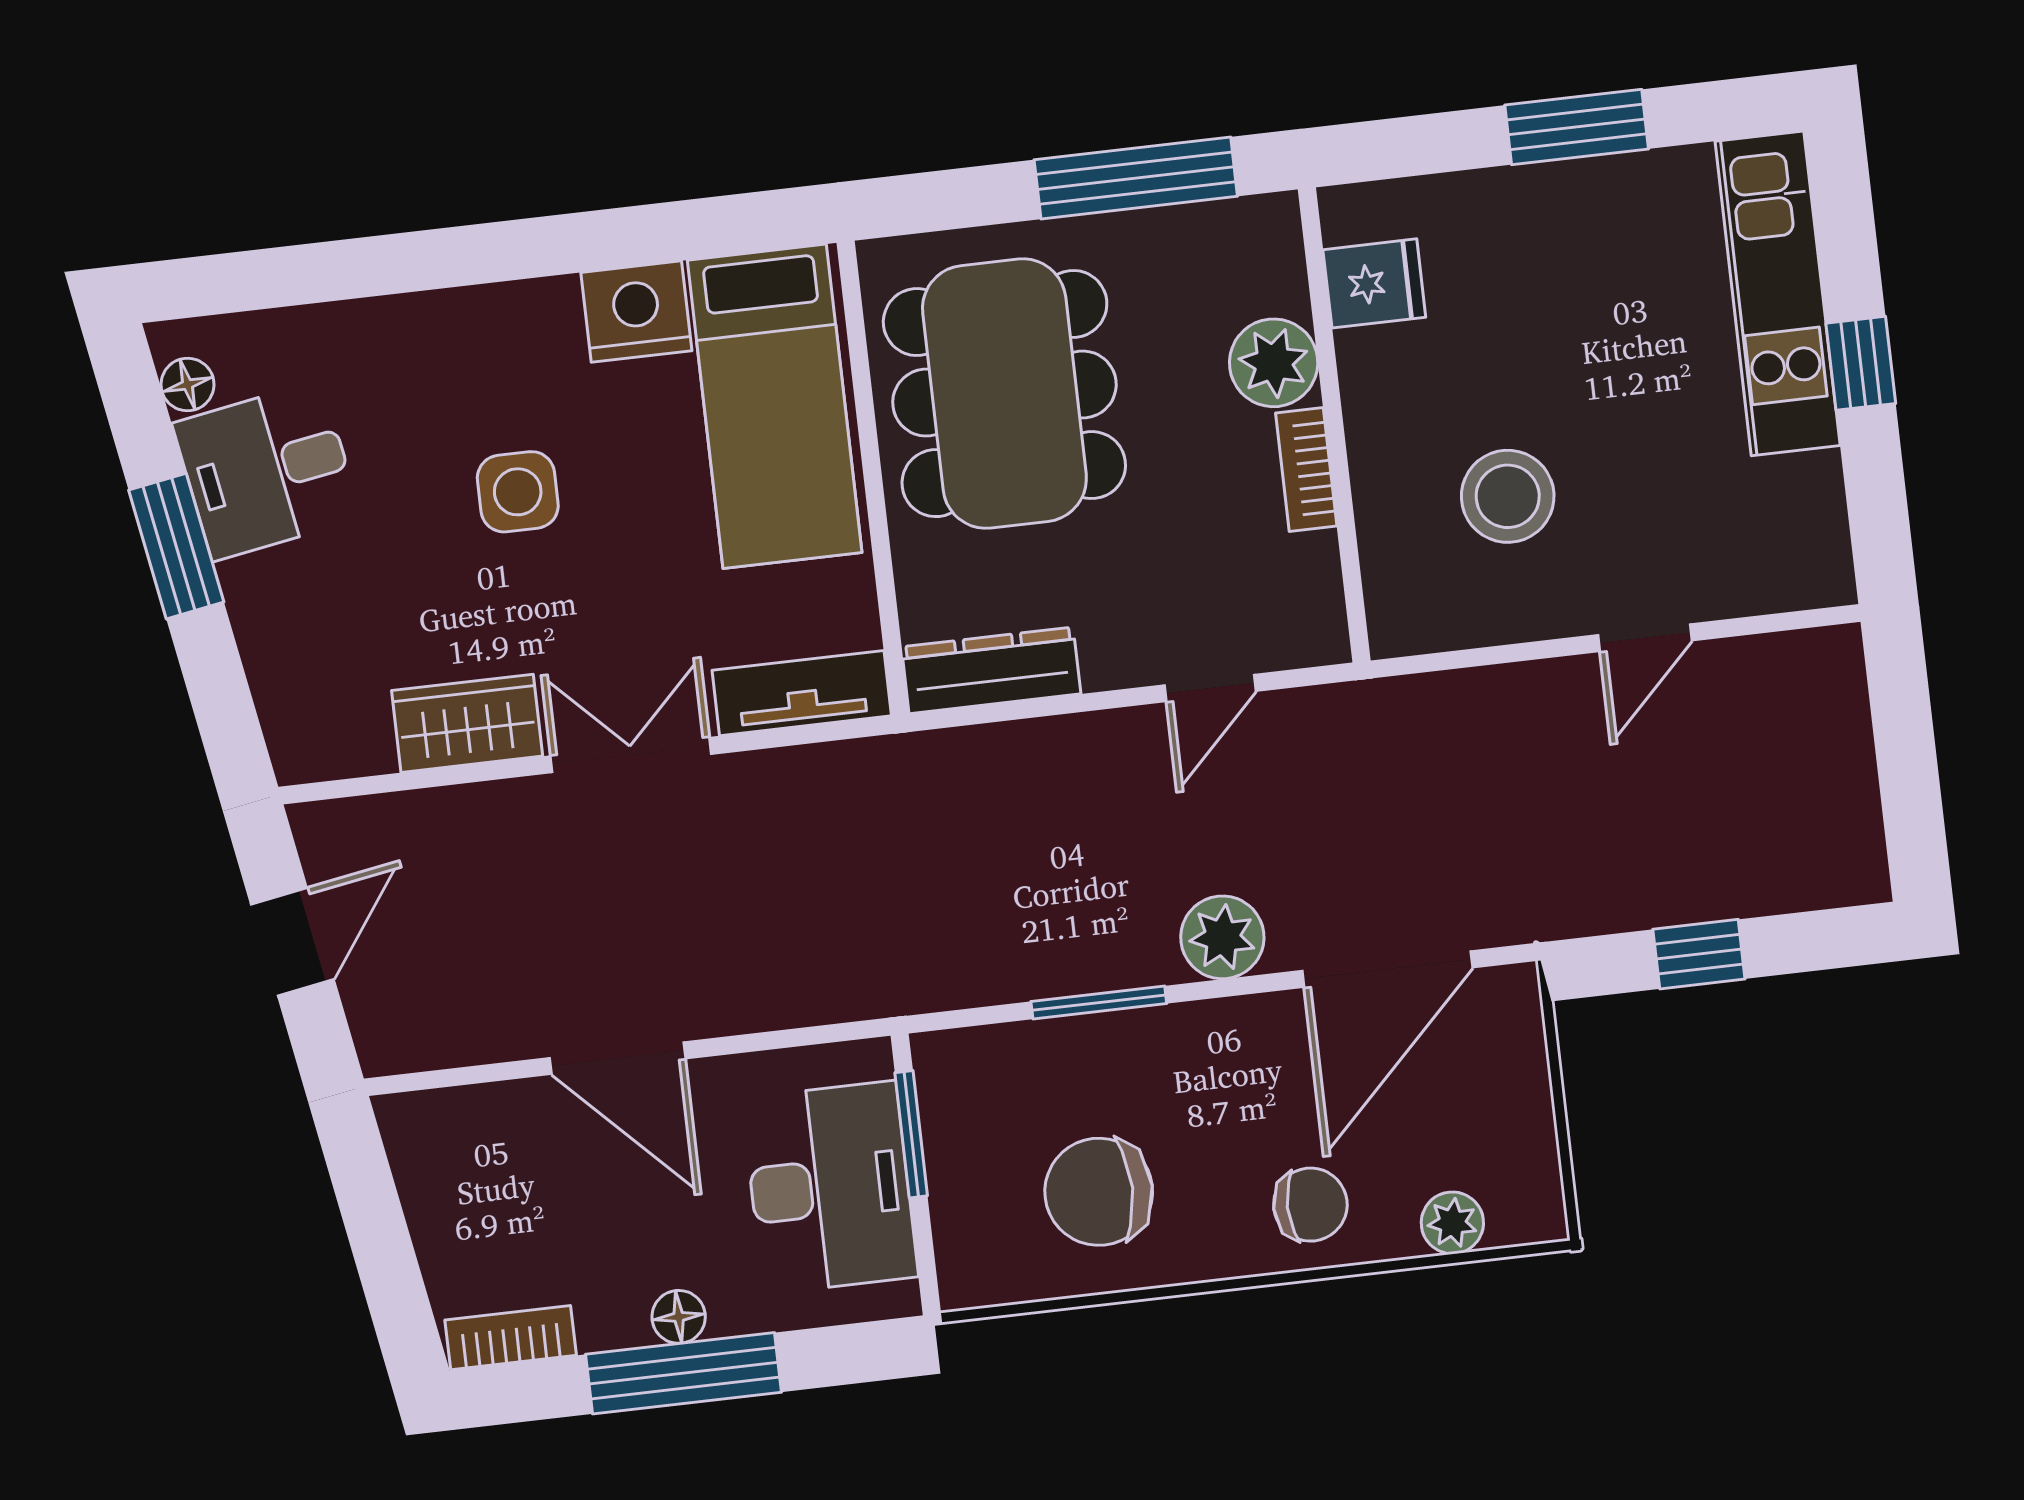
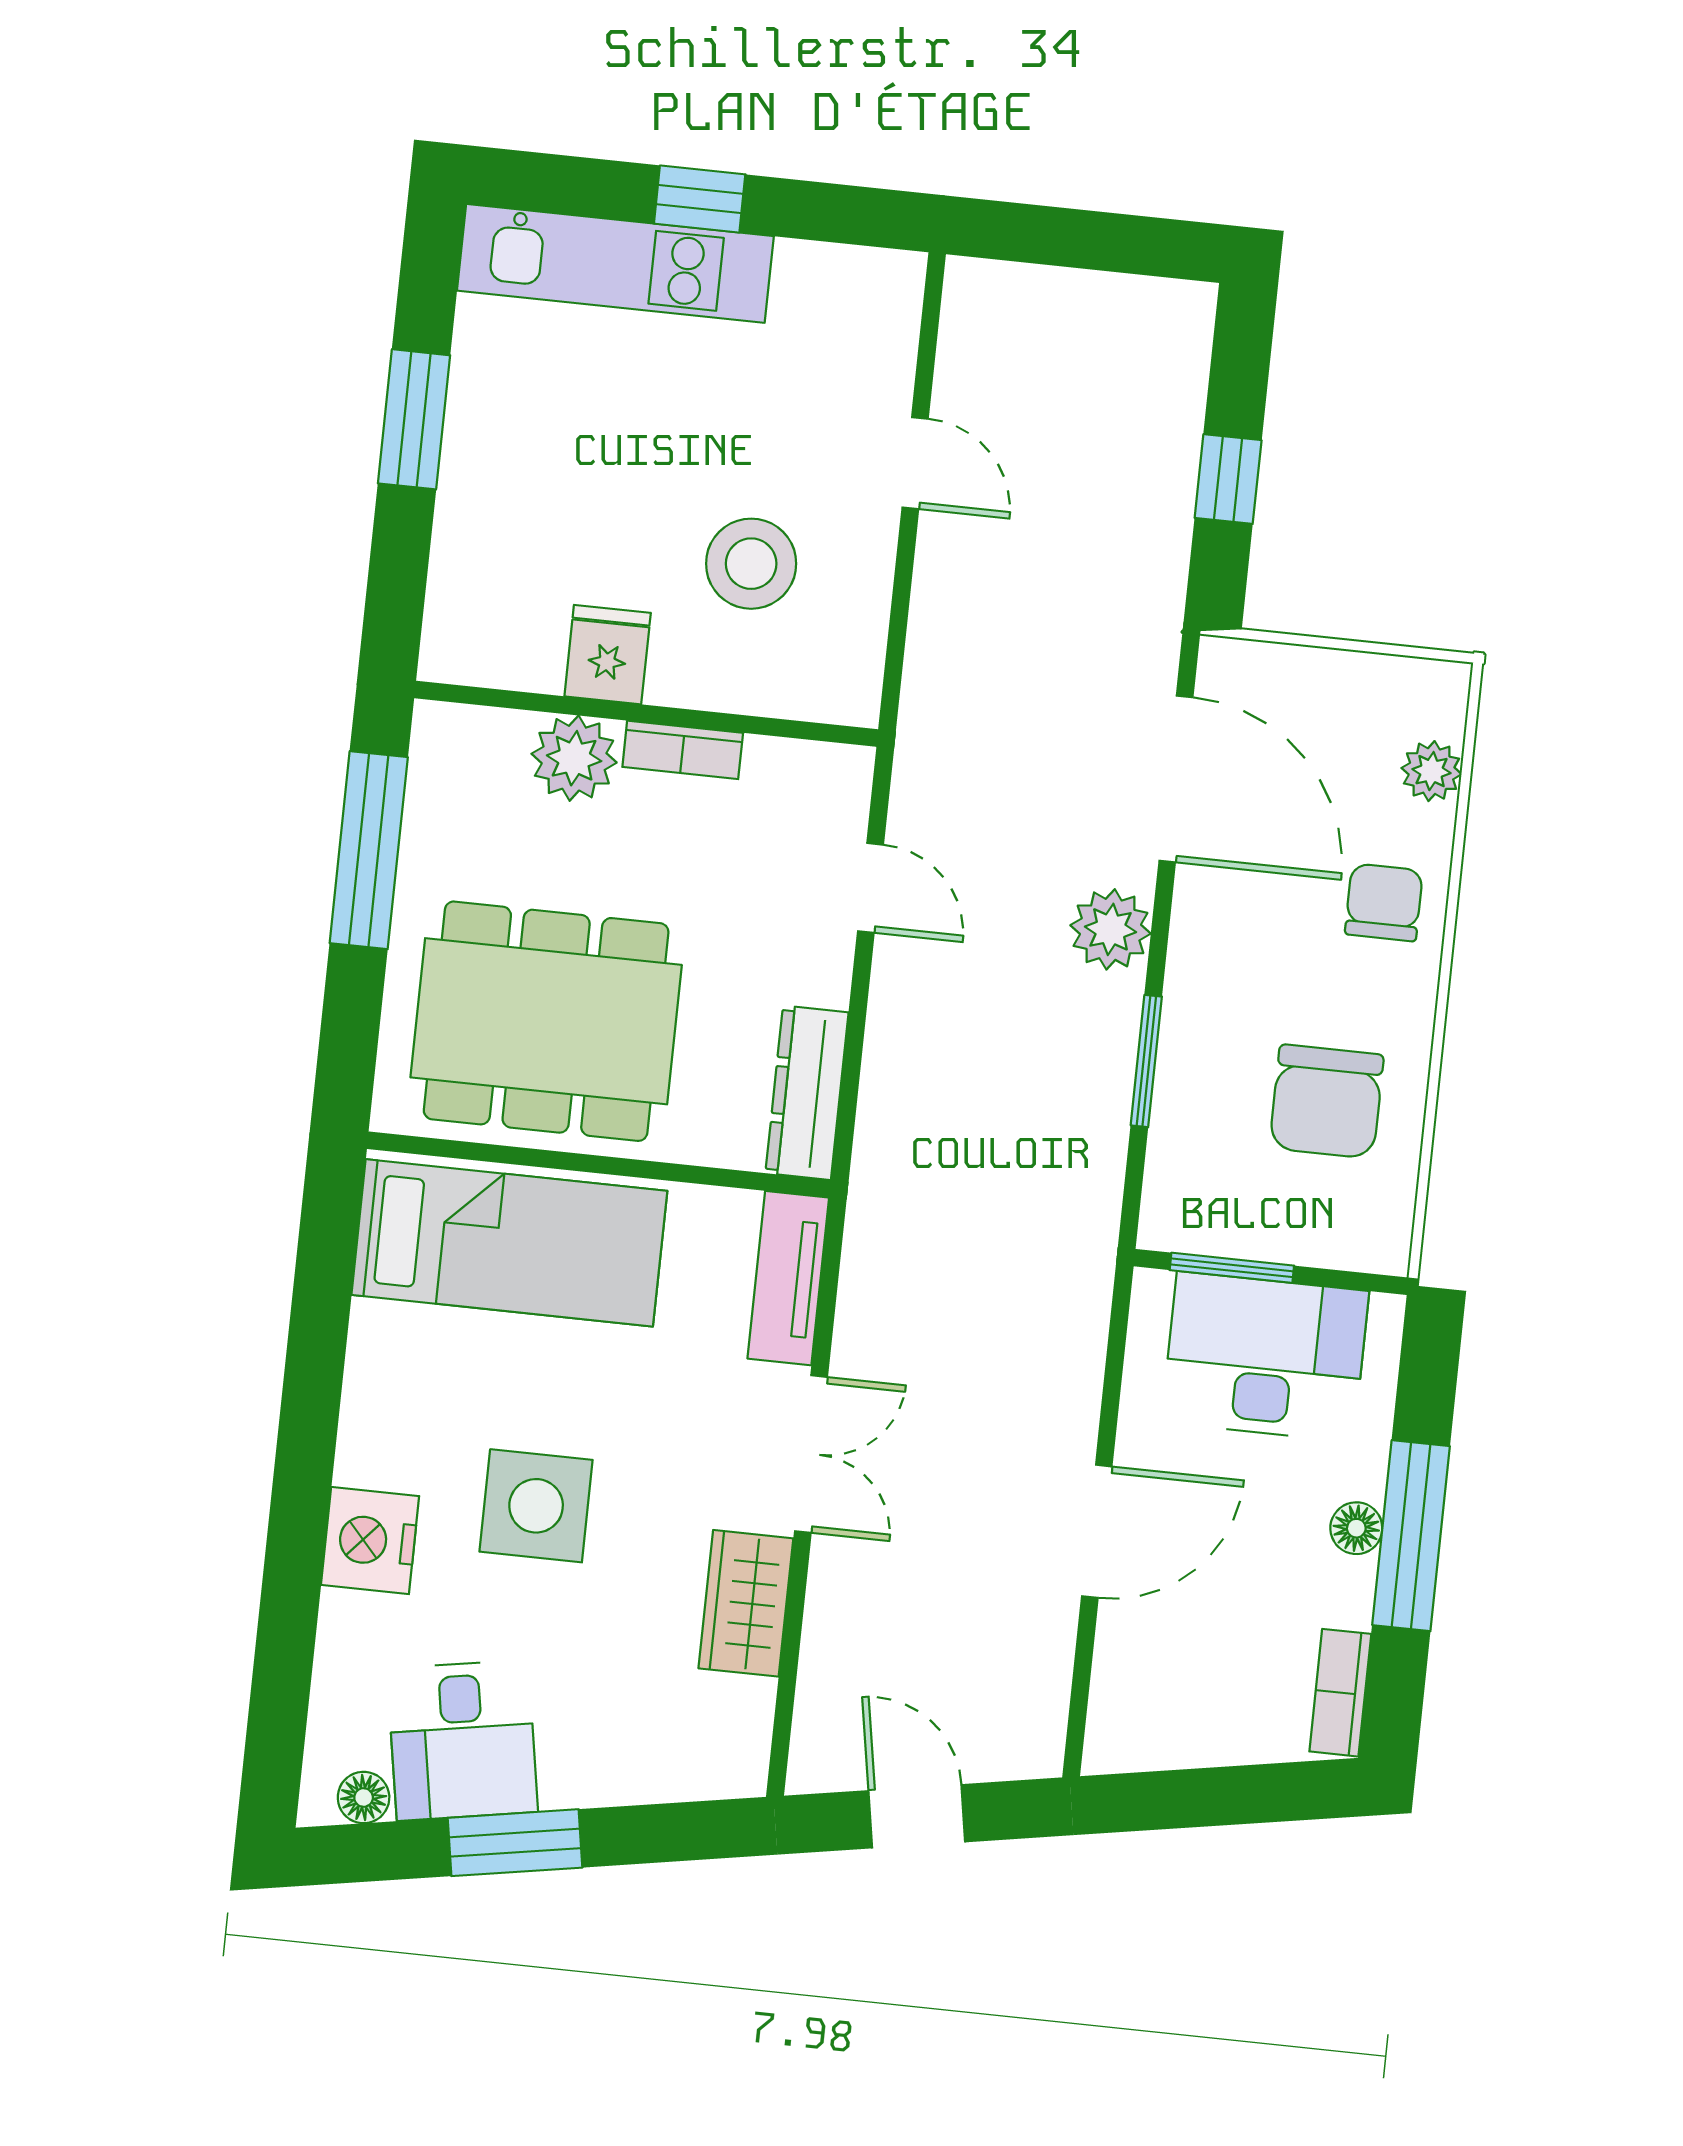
fridge: (1374, 283) -> (608, 655), moved
nightstand: (636, 312) -> (370, 1540), moved
side table: (518, 492) -> (536, 1506), width x1.37, depth x1.37
double door: (631, 755) -> (811, 1454), swing flipped

